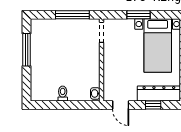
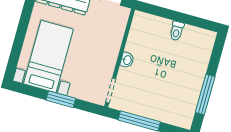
washbasin: (95, 93) -> (127, 60), moved

